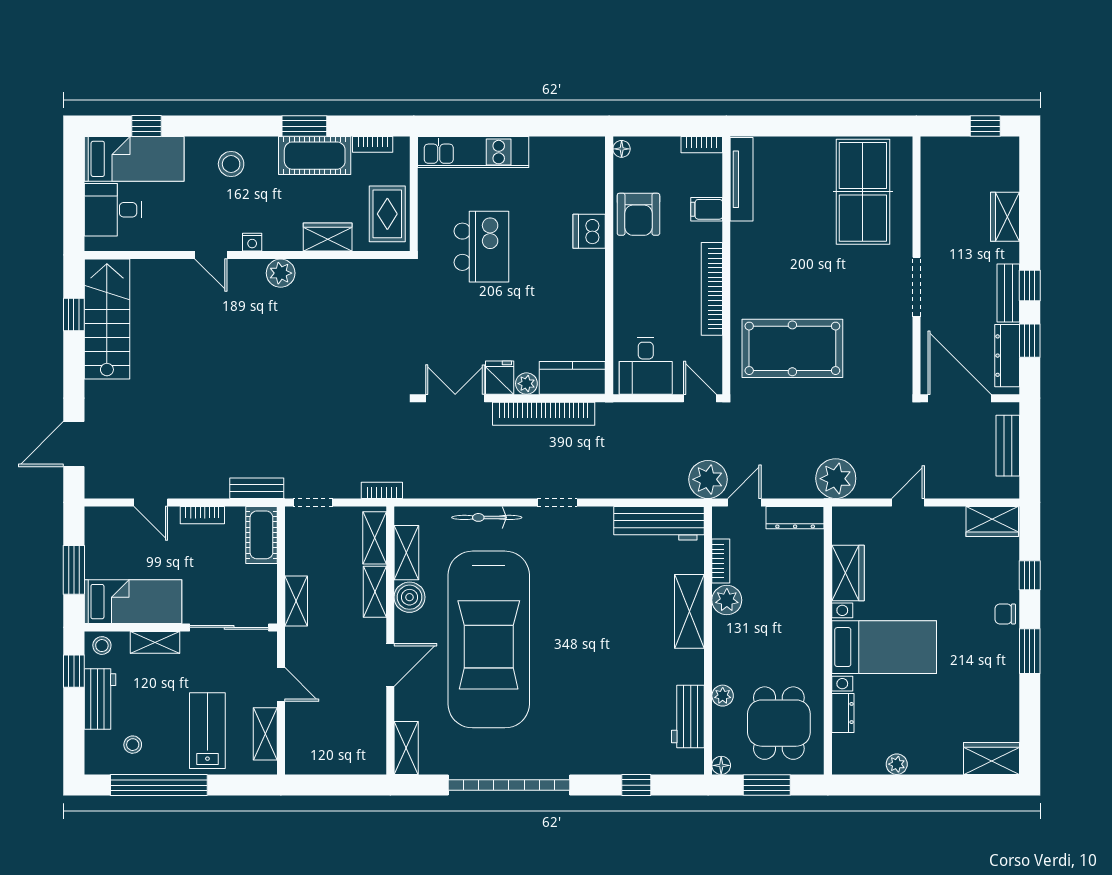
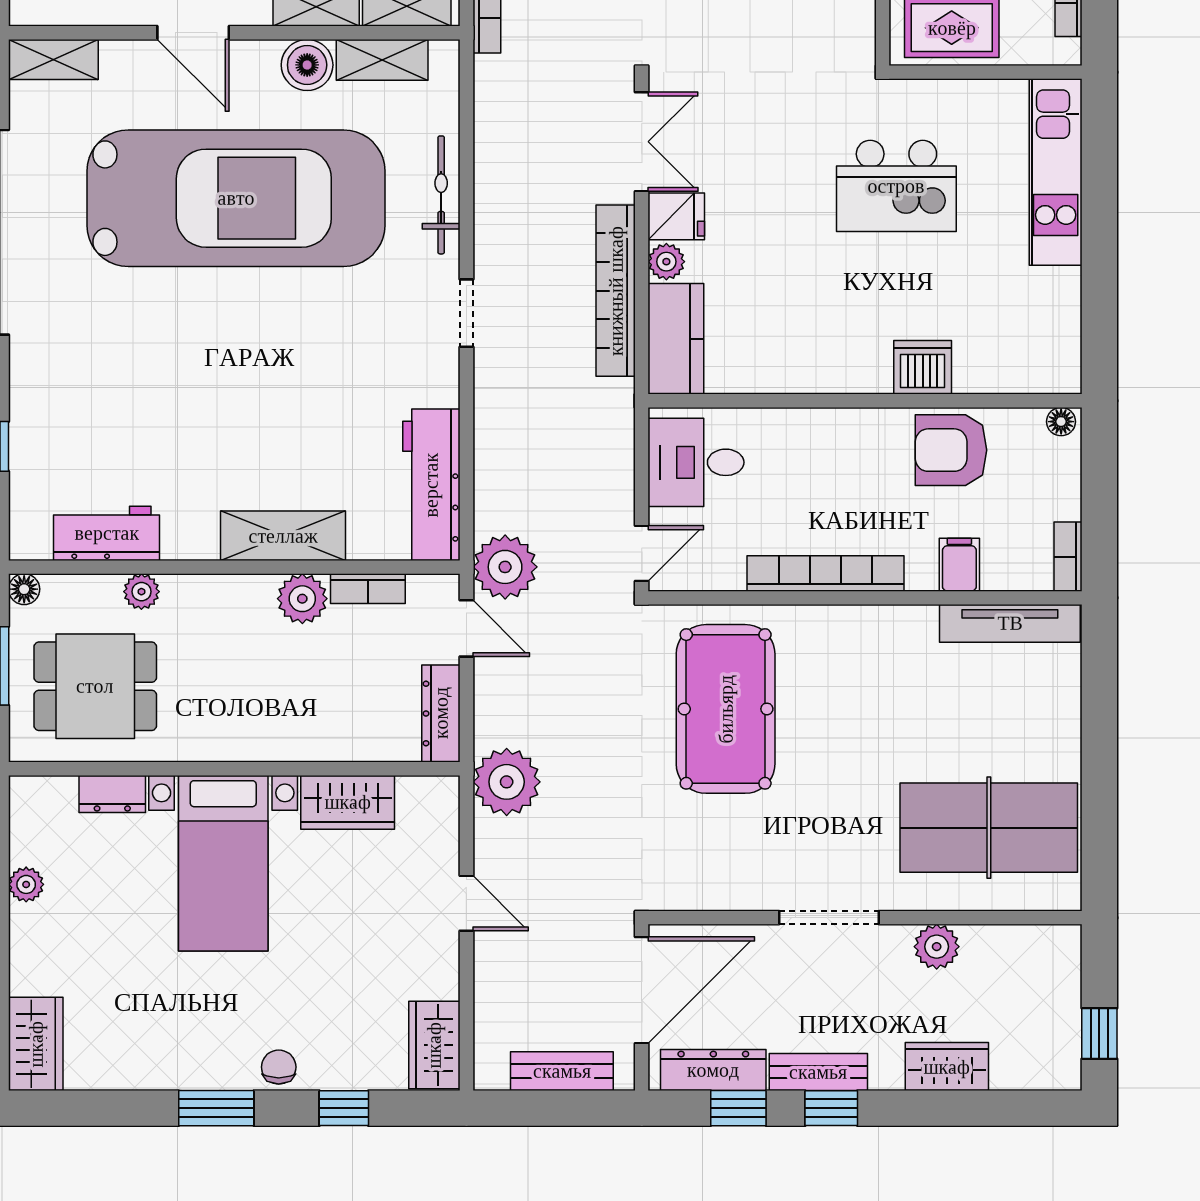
plant: (934, 223) -> (937, 947), added
car: (489, 639) -> (236, 198), turned 180

